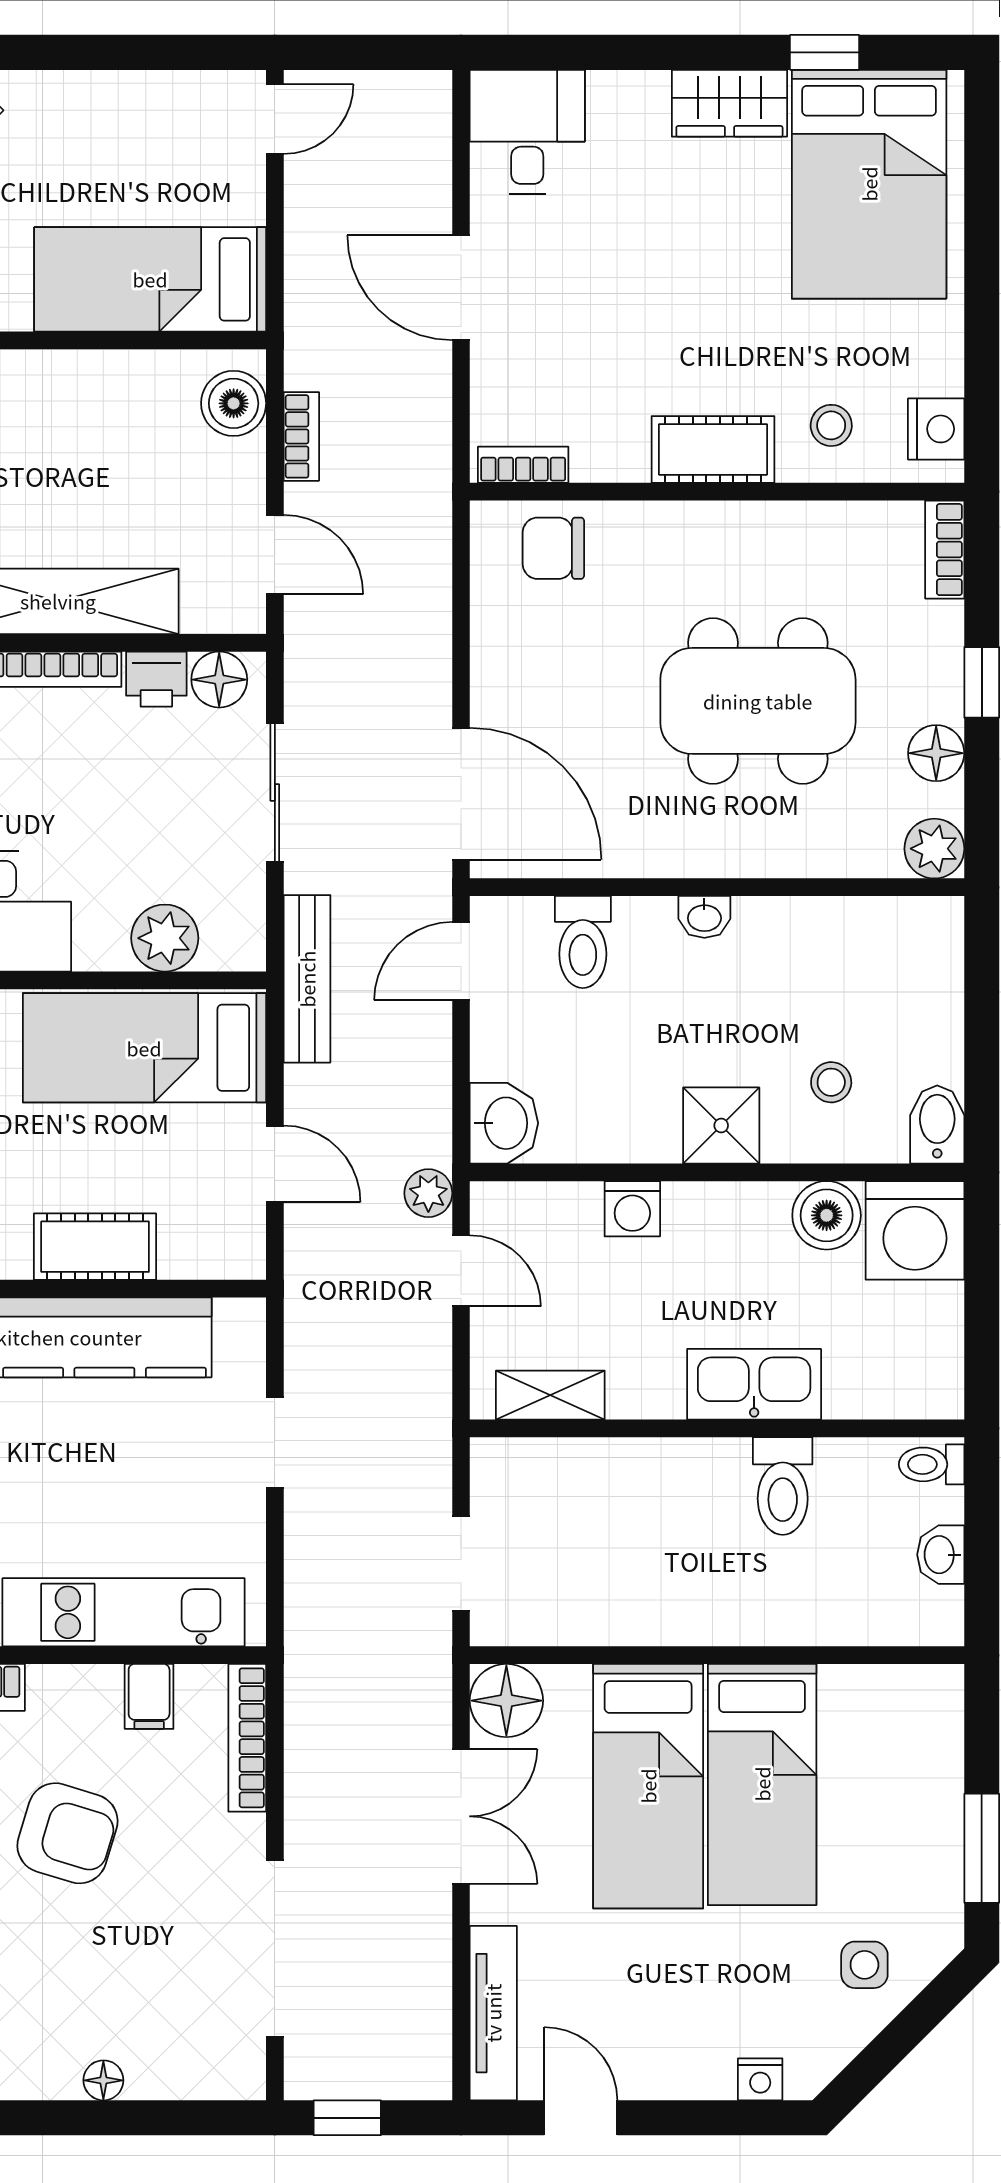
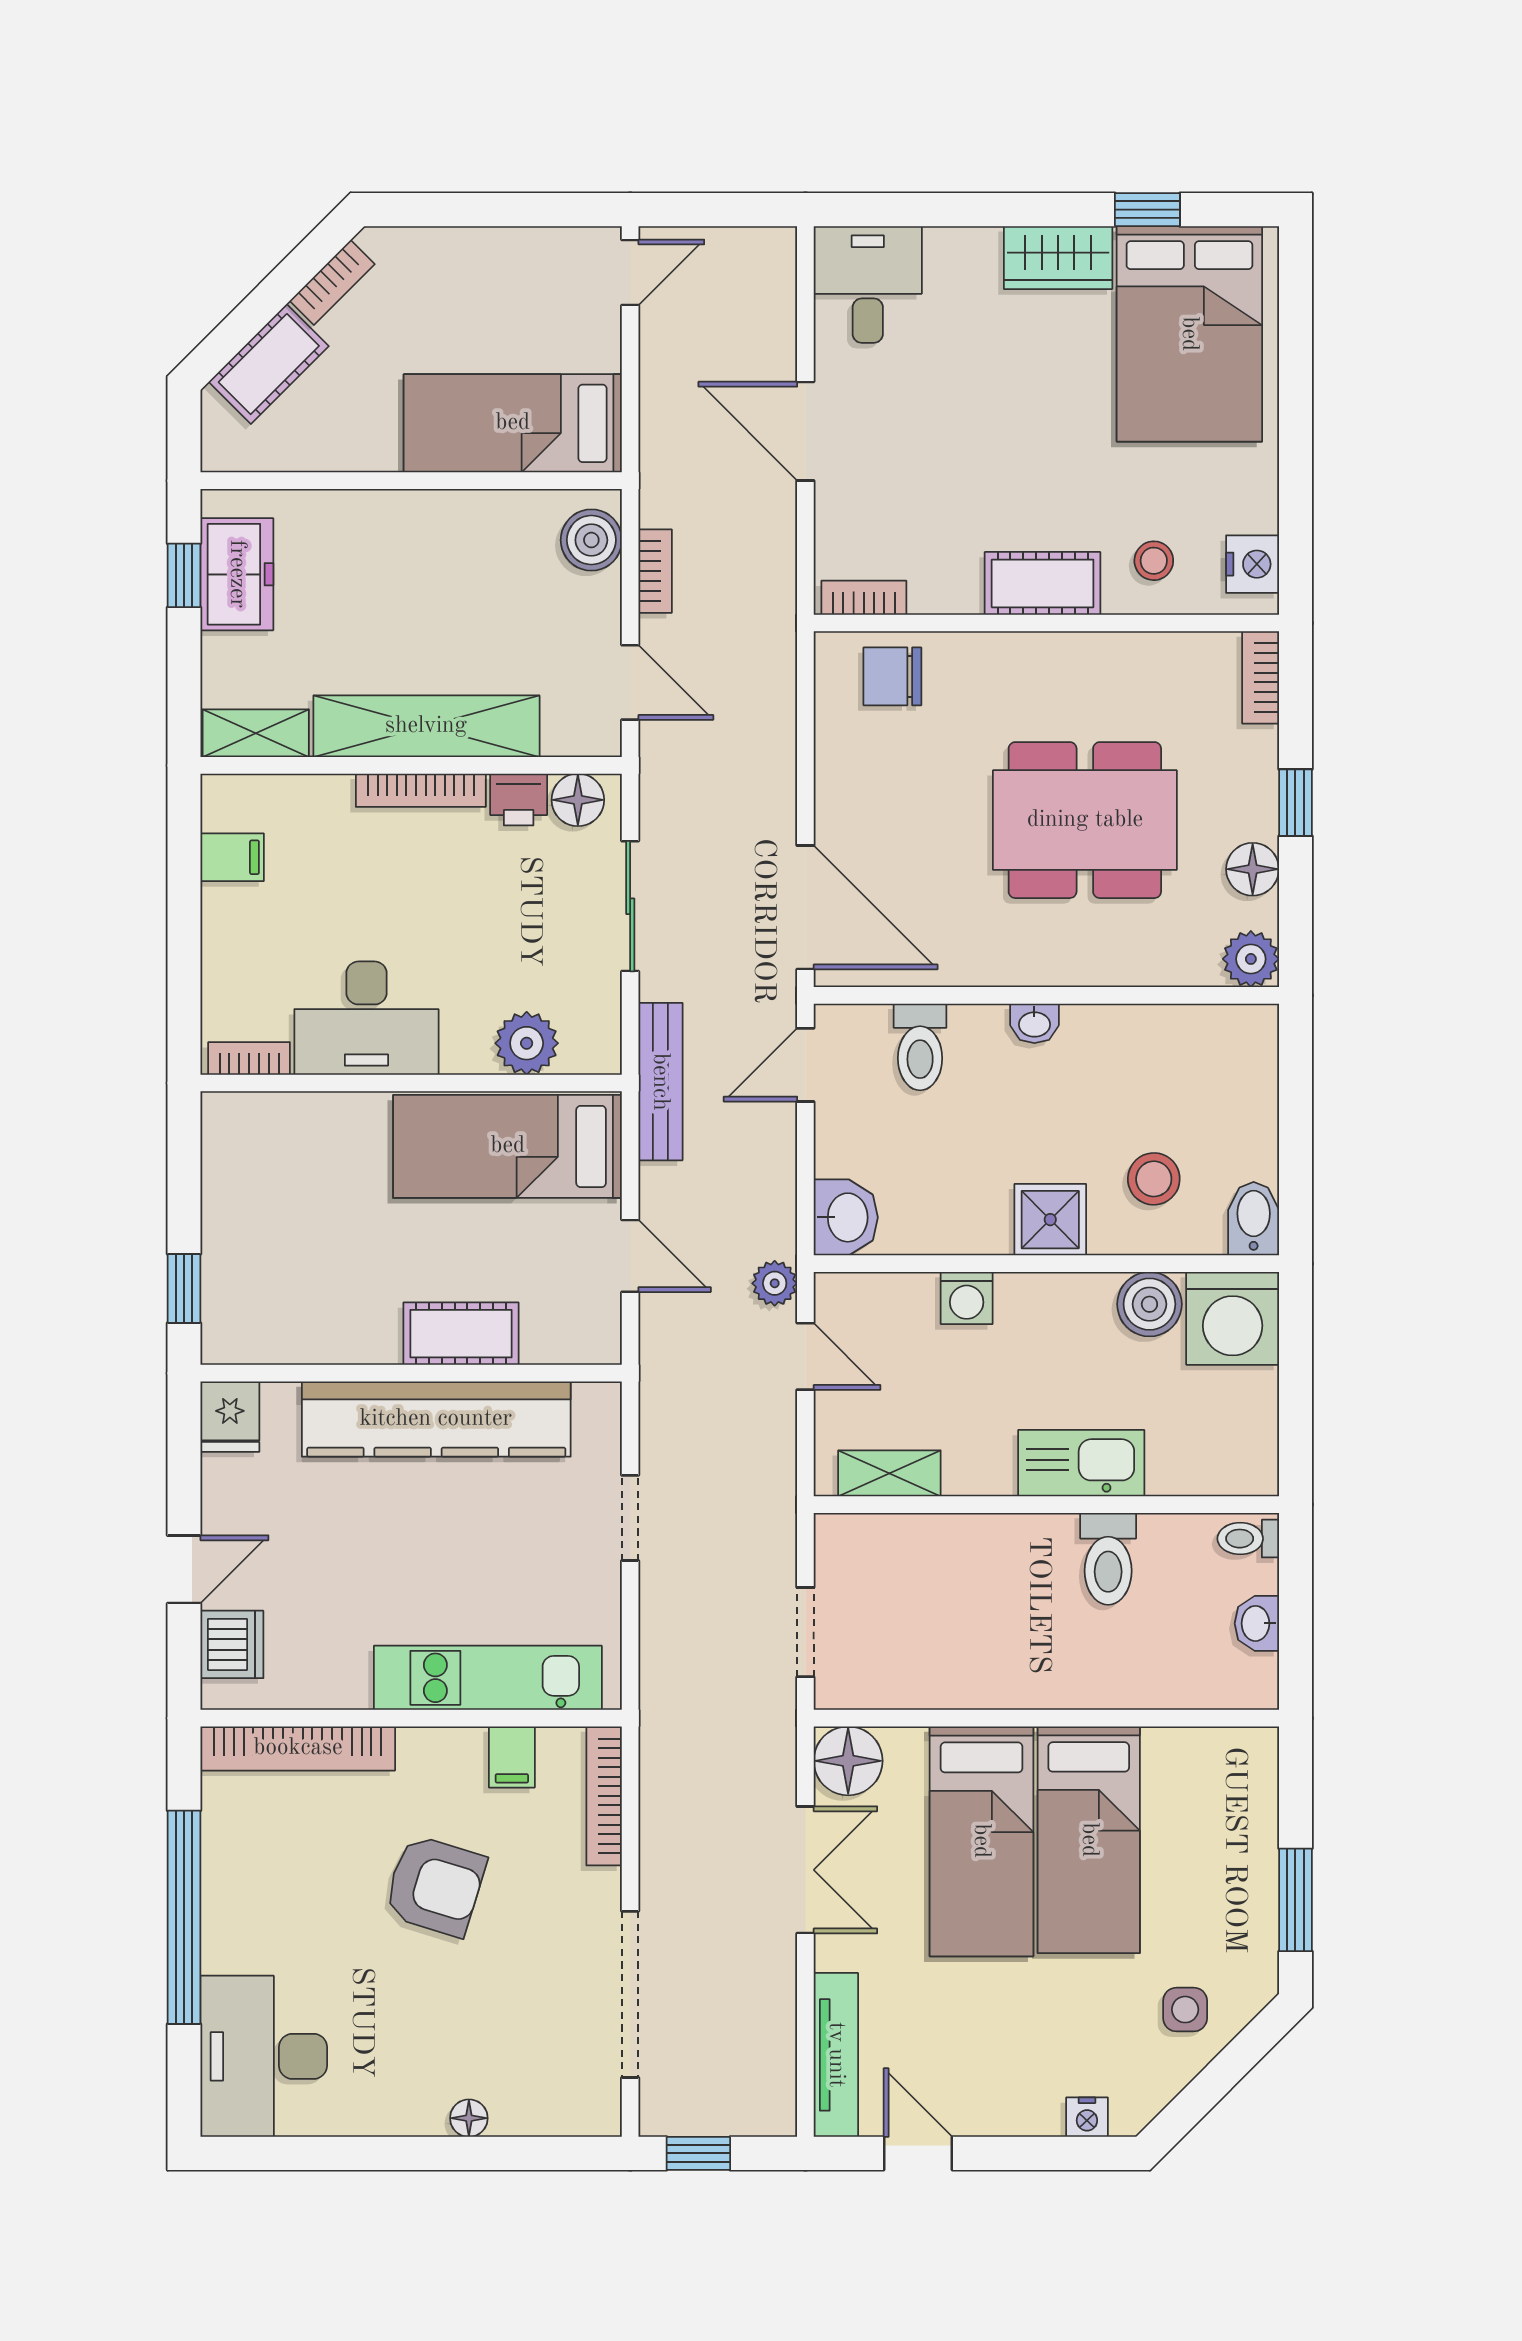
stool: (831, 1082) -> (1154, 1179), width x1.37, depth x1.37

